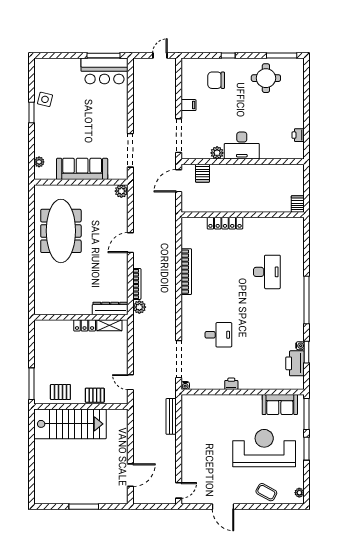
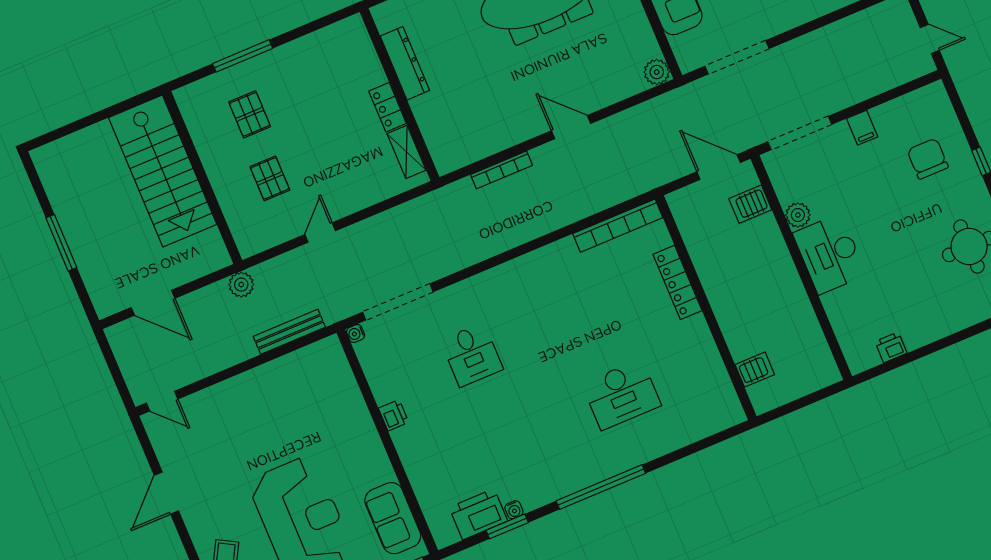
server rack: (298, 204) -> (755, 370), moved
bookcase: (186, 272) -> (618, 226), moved
plant: (139, 307) -> (241, 285), moved
dresser: (110, 308) -> (405, 63), moved
wall: (81, 406) -> (202, 178), moved
stairs: (70, 424) -> (163, 171), moved

